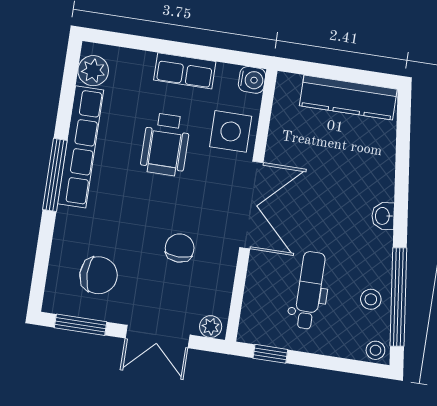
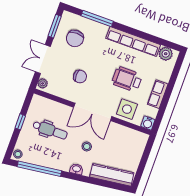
kitchen counter: (348, 97) -> (112, 175), moved, turned 83
window: (55, 175) -> (97, 19), moved
stool: (371, 299) -> (87, 146), moved
window: (270, 354) -> (20, 122), moved

